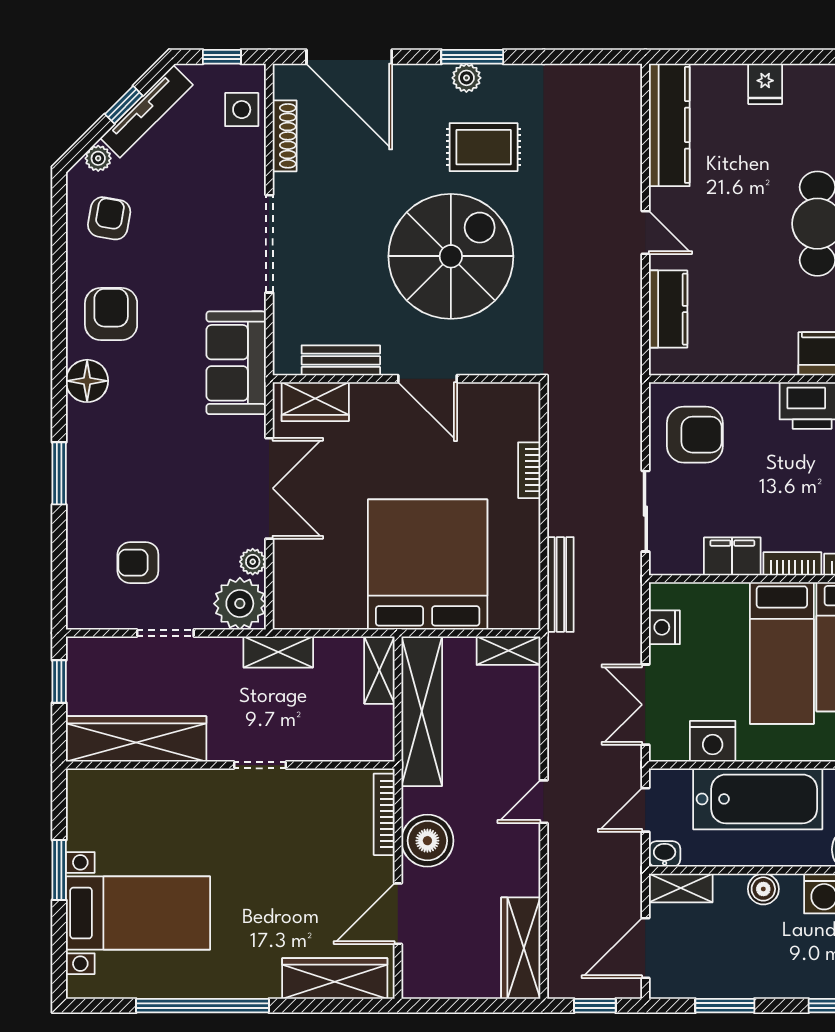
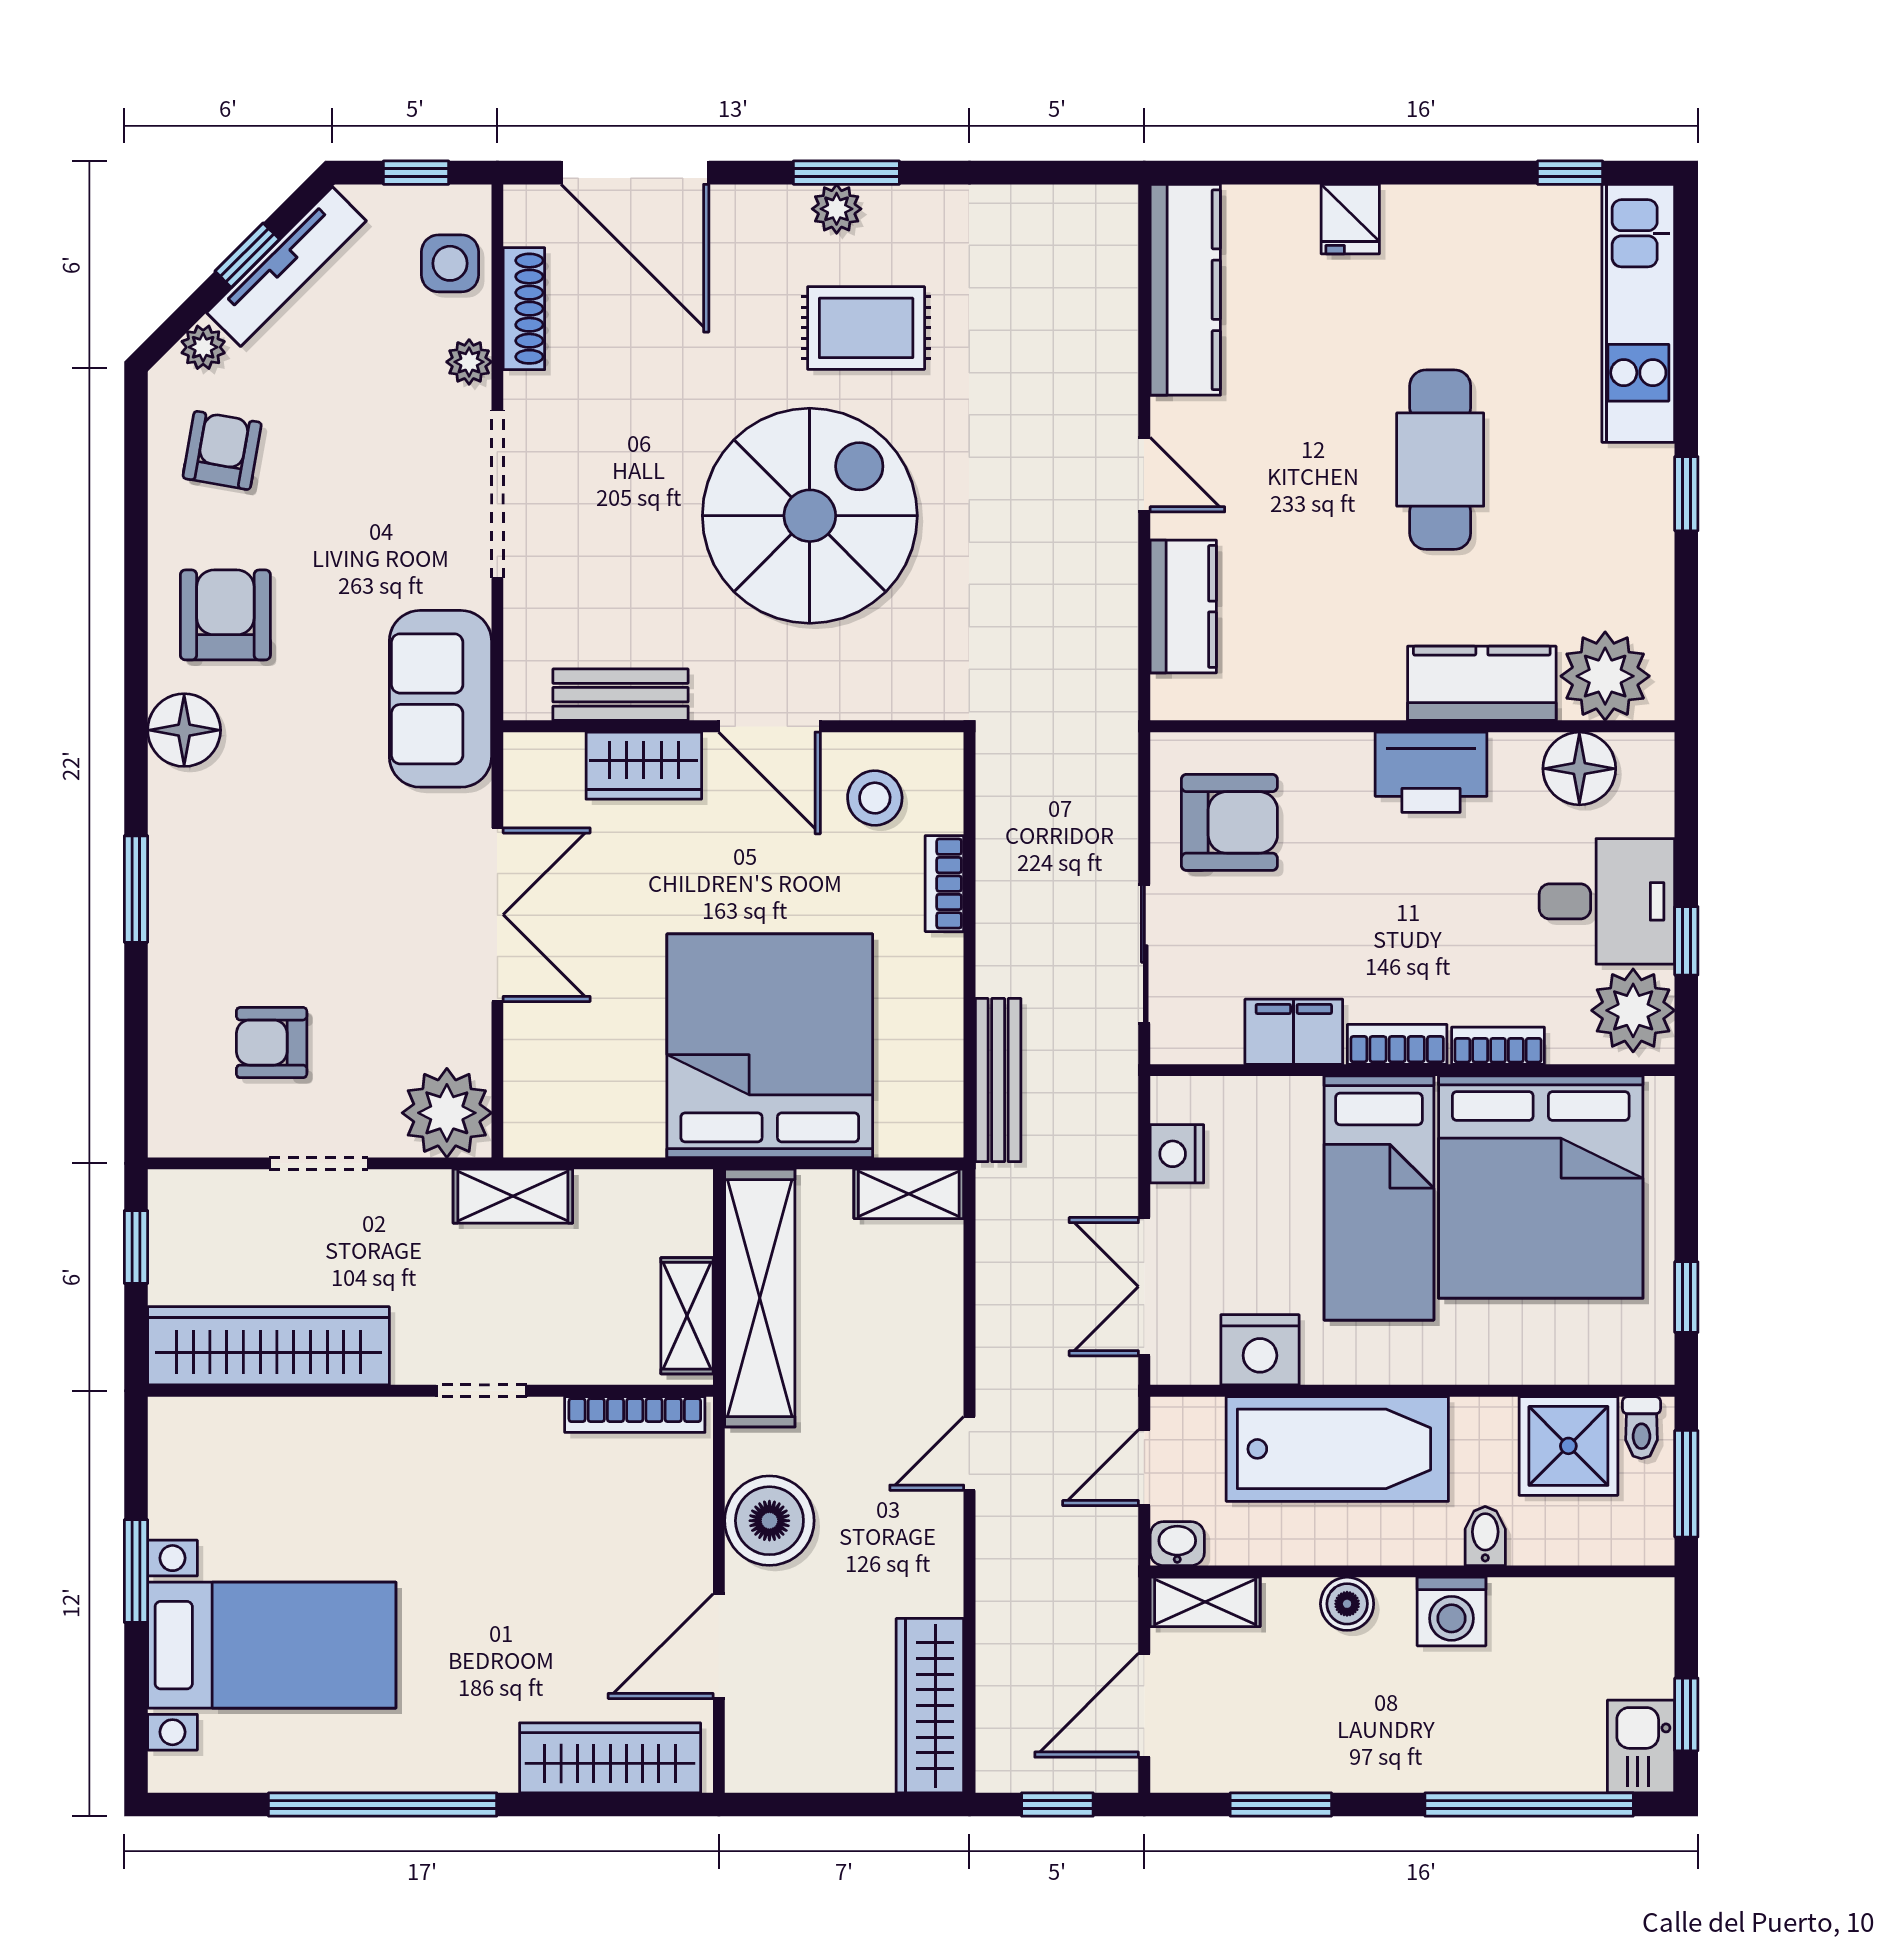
wardrobe: (315, 402) -> (644, 766), moved
stool: (489, 420) -> (875, 798), added
plant: (253, 562) -> (469, 362), moved
shelving: (379, 670) -> (687, 1316), moved
bookcase: (384, 814) -> (635, 1414), moved, turned -90

